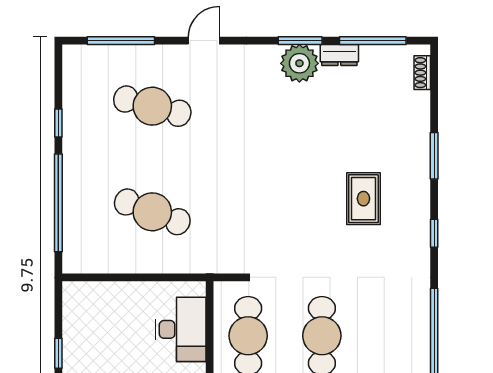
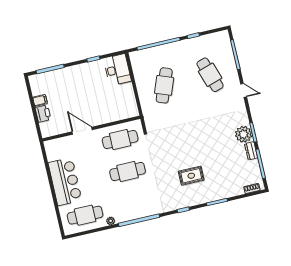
cafe table: (152, 106) -> (210, 75), turned -33
desk: (181, 329) -> (117, 70), moved, turned -90

